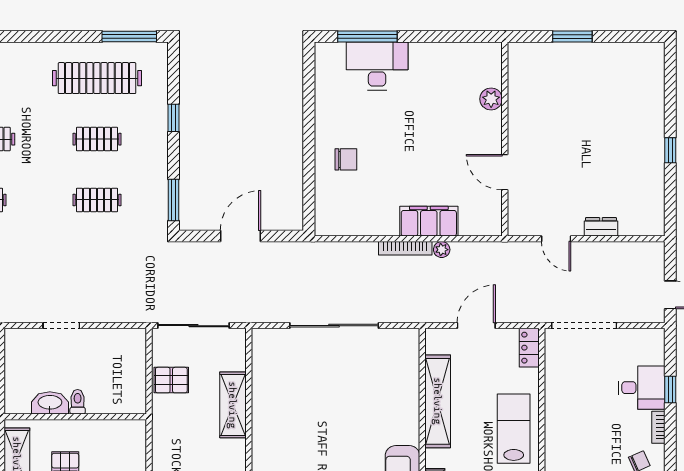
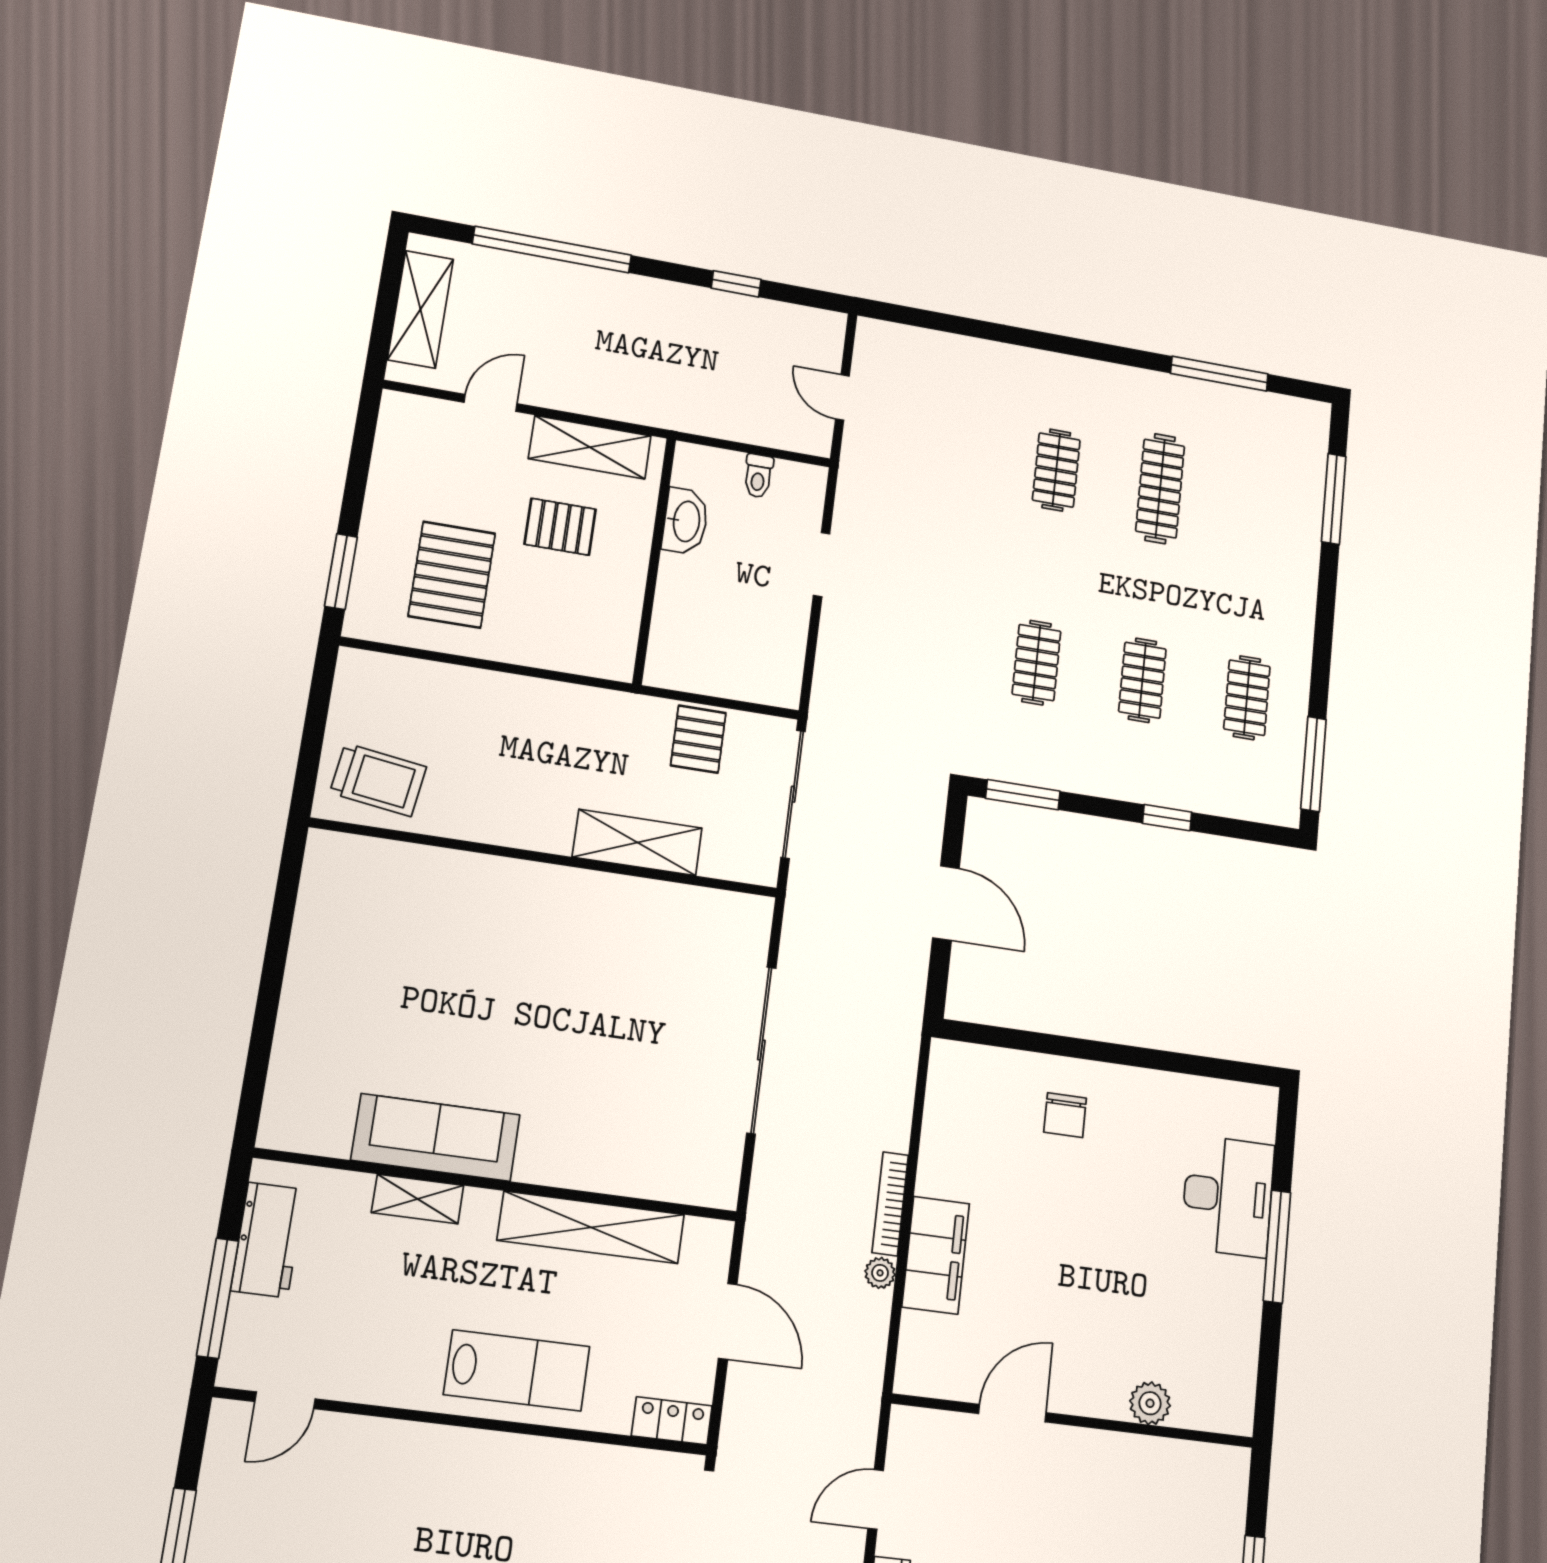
window: (367, 36) -> (1277, 1246), moved
clothes rail: (97, 78) -> (1247, 698), width x0.54, depth x0.76
toilet: (78, 402) -> (758, 476), moved, turned 90

